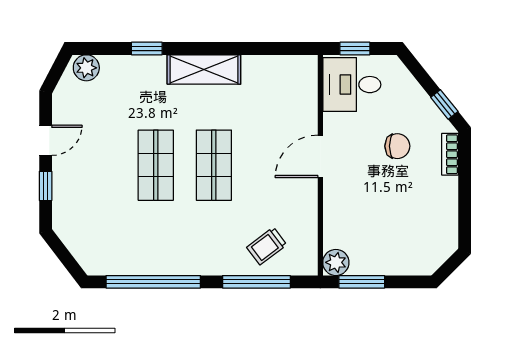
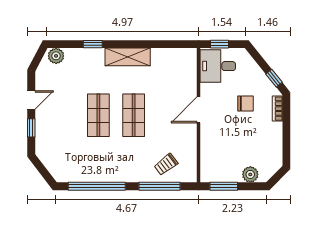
plant: (336, 262) -> (250, 174), moved

